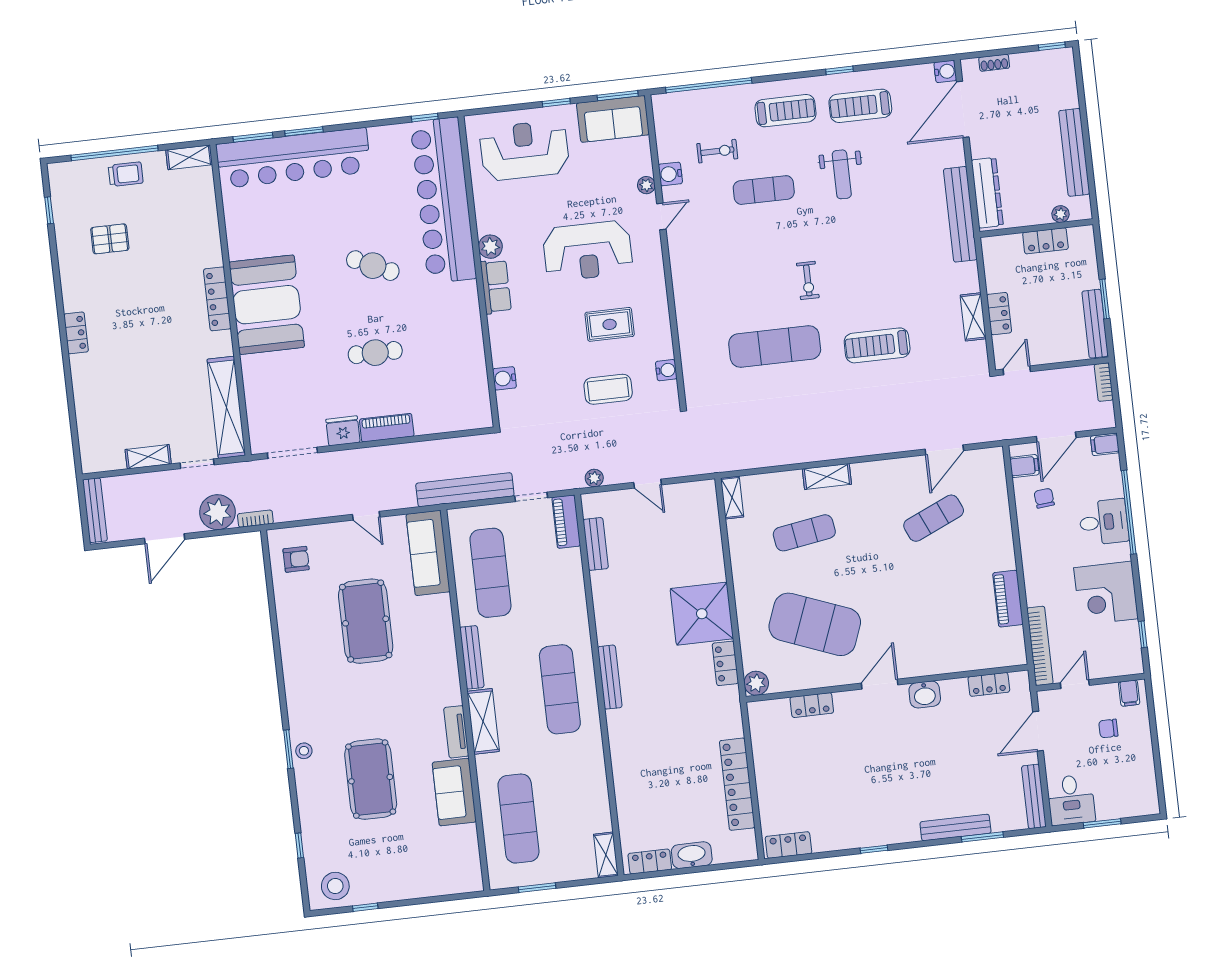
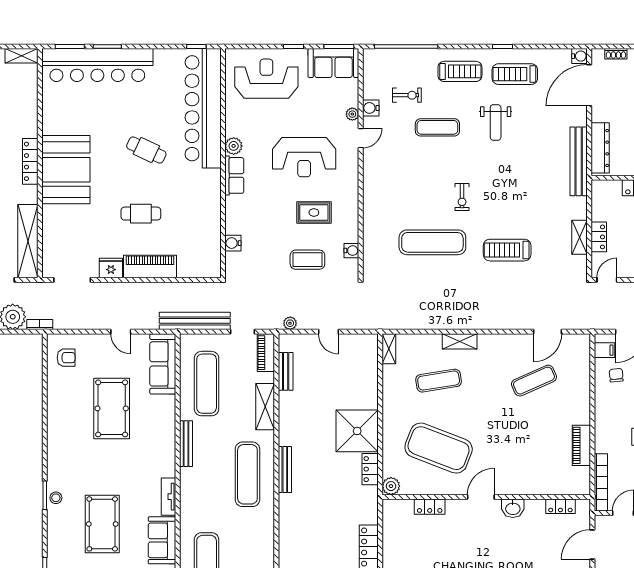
piano: (387, 428) -> (150, 266), width x1.37, depth x1.33
shelving: (483, 721) -> (265, 407), moved

